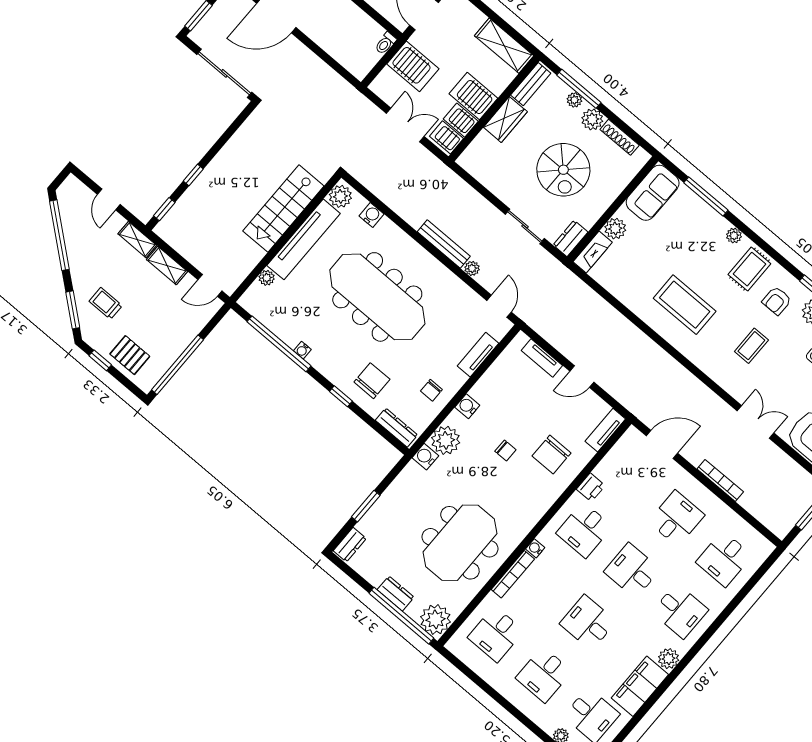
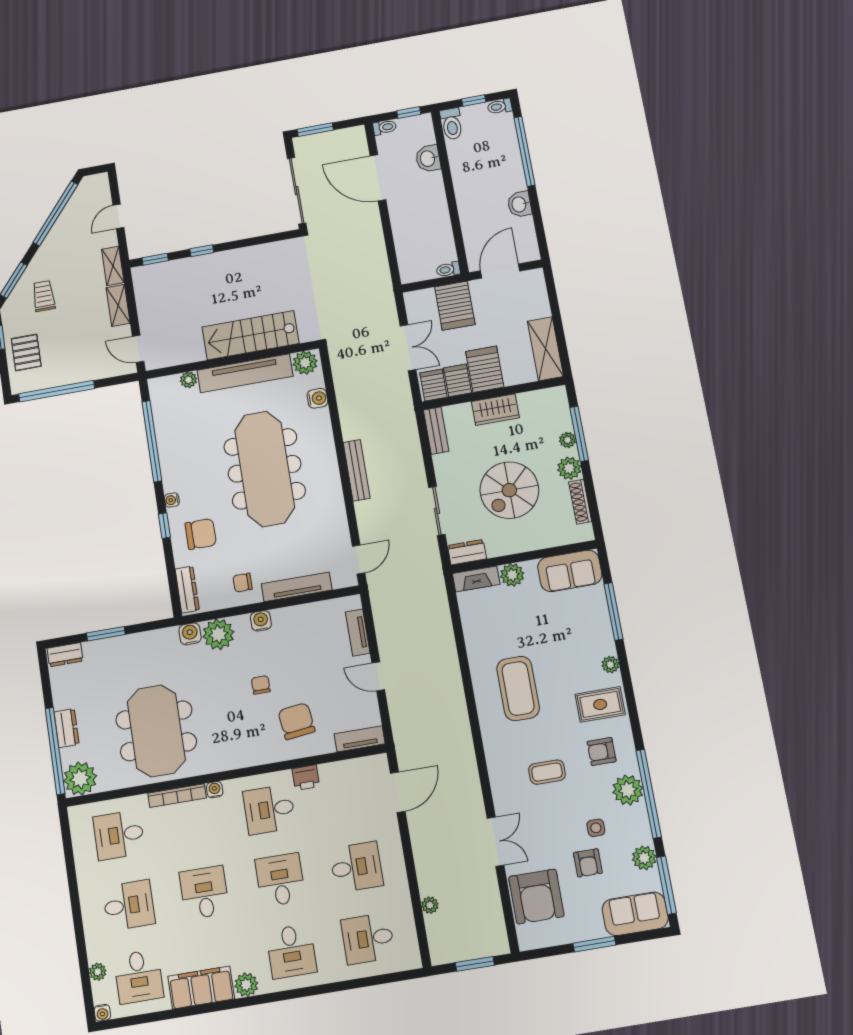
bench: (531, 84) -> (436, 431), moved, turned 90
plant: (472, 268) -> (430, 905), moved
water cooler: (302, 350) -> (172, 500), moved
tv unit: (478, 355) -> (297, 587), width x1.41
door: (662, 444) -> (398, 792), hinge flipped
chair: (505, 451) -> (261, 685), turned 180
chair: (552, 455) -> (296, 721), turned 83
bookcase: (720, 480) -> (422, 866), removed
meeting table: (460, 543) -> (156, 731), turned 90
desk: (544, 675) -> (129, 905), turned 180

